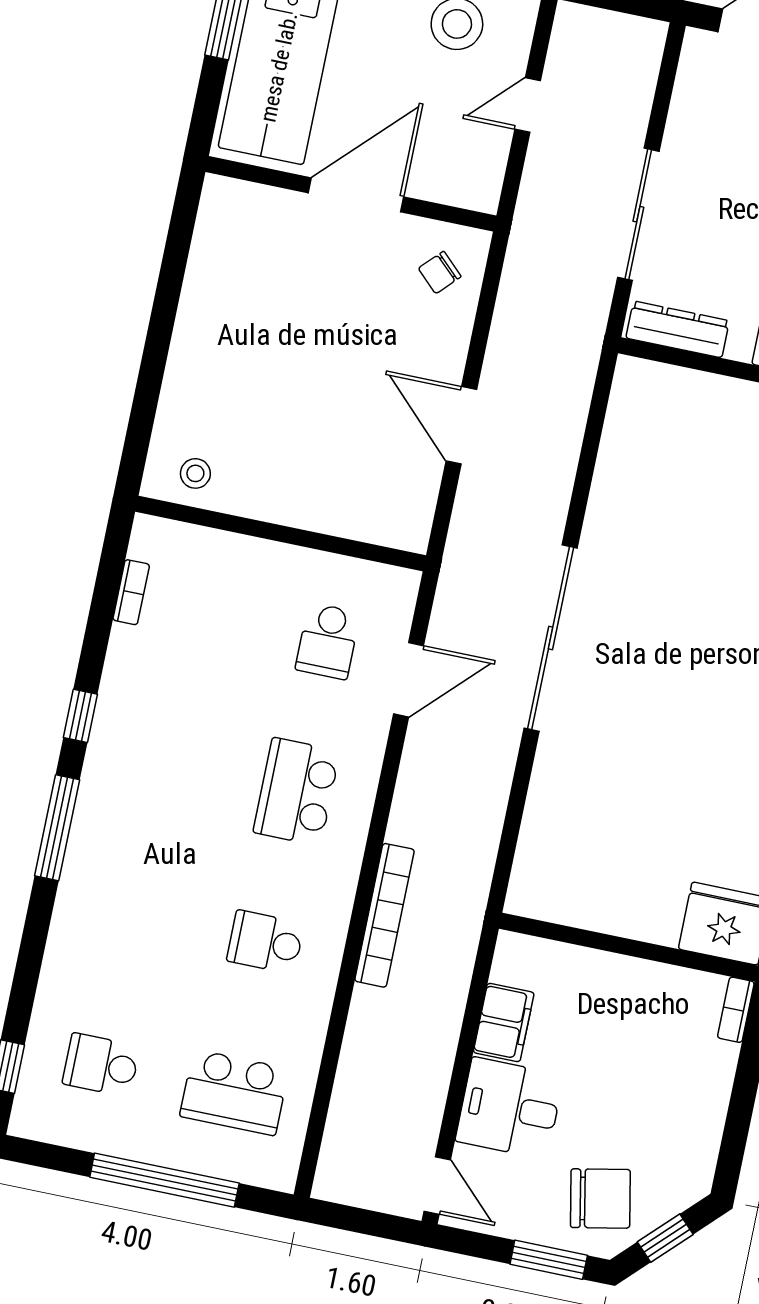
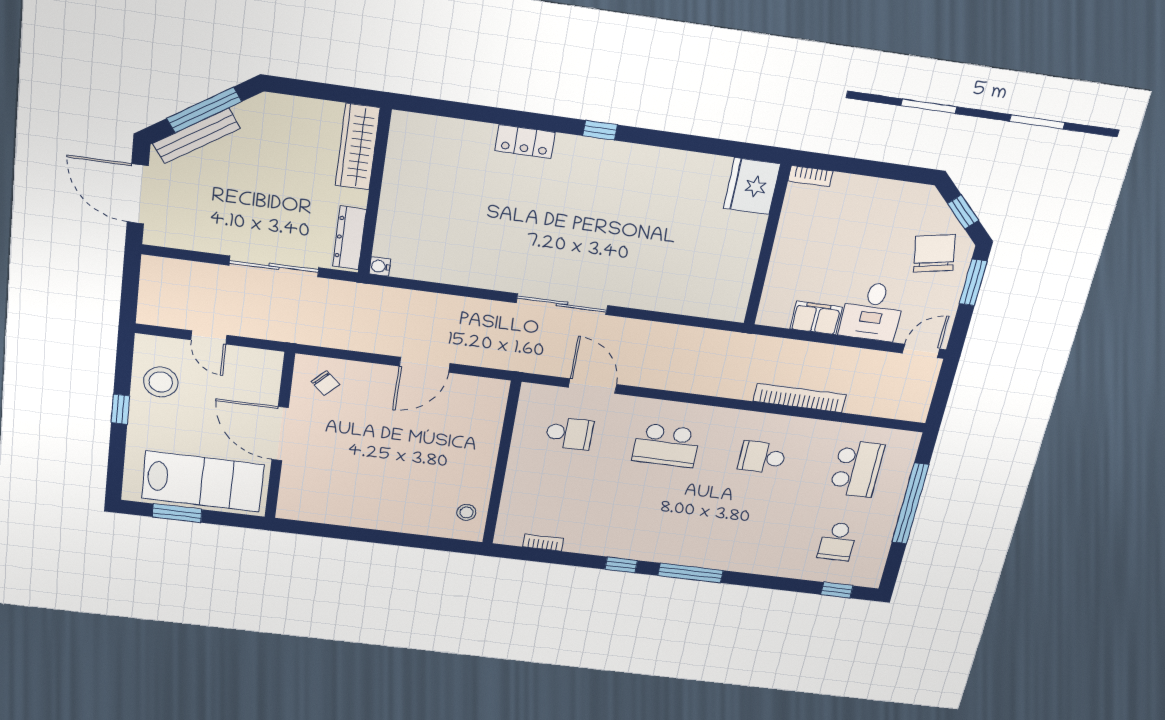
water cooler: (629, 370) -> (380, 266), added
sliding door: (551, 638) -> (562, 304), width x0.73
bookcase: (385, 915) -> (800, 398), moved
school desk: (265, 942) -> (762, 457), turned 90

